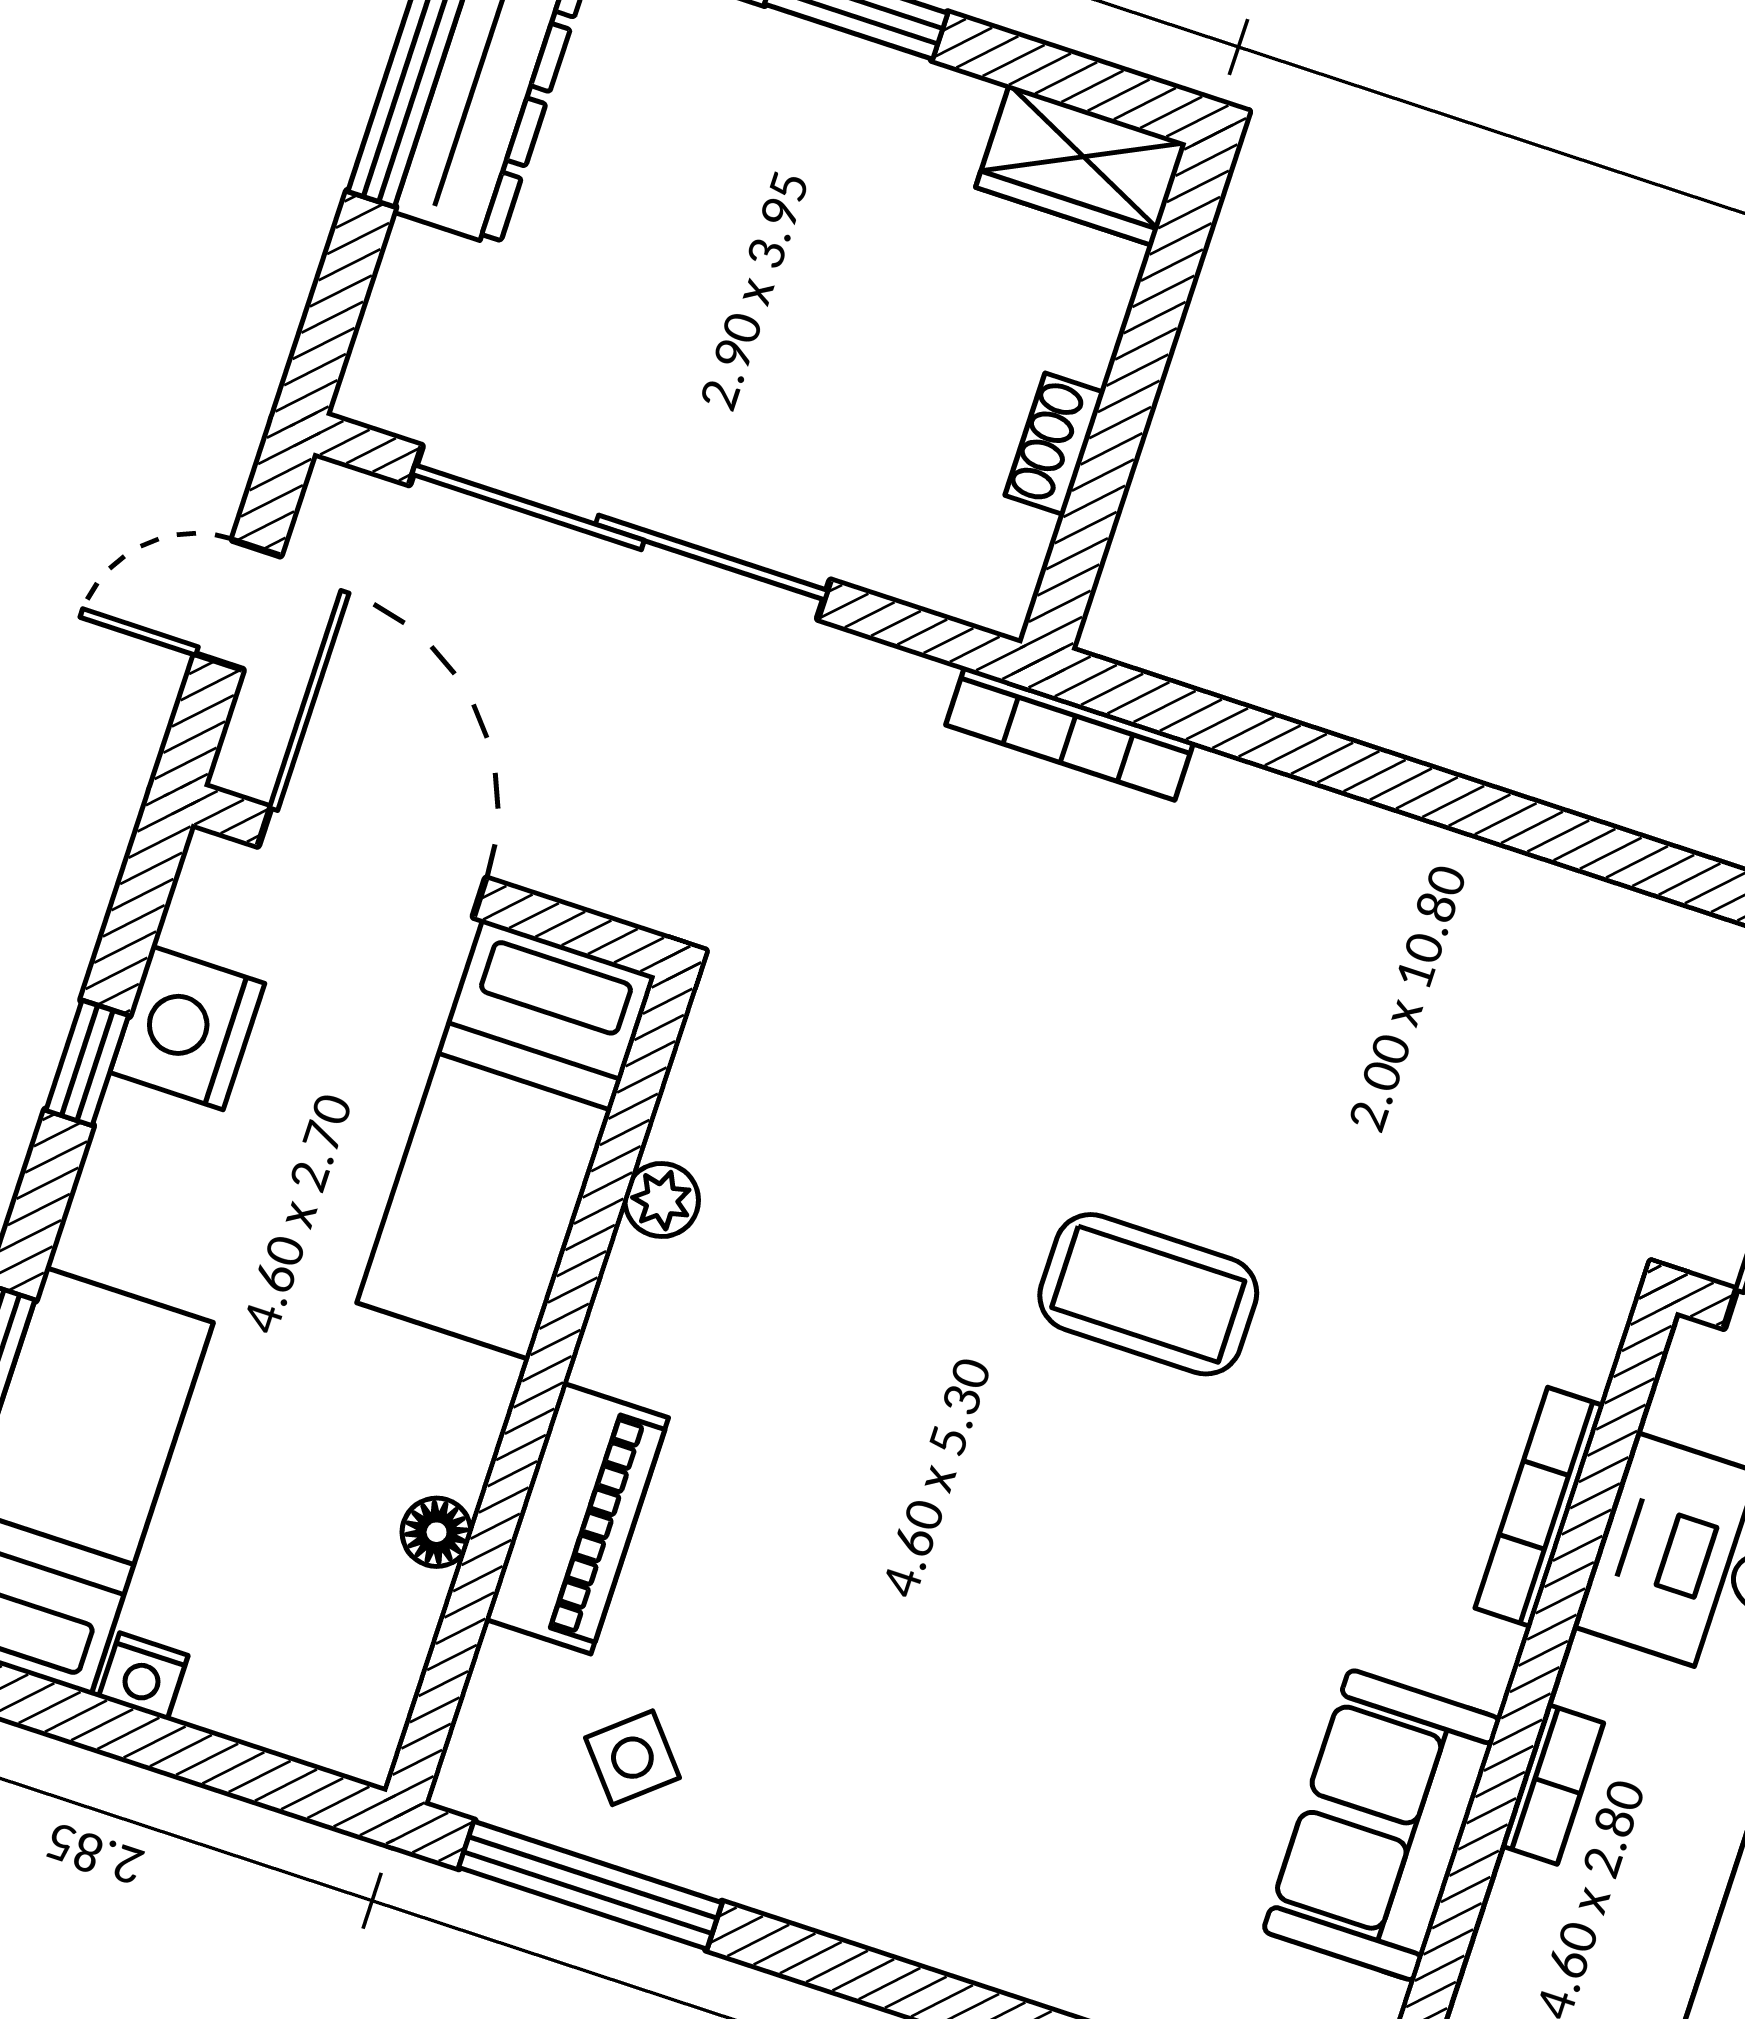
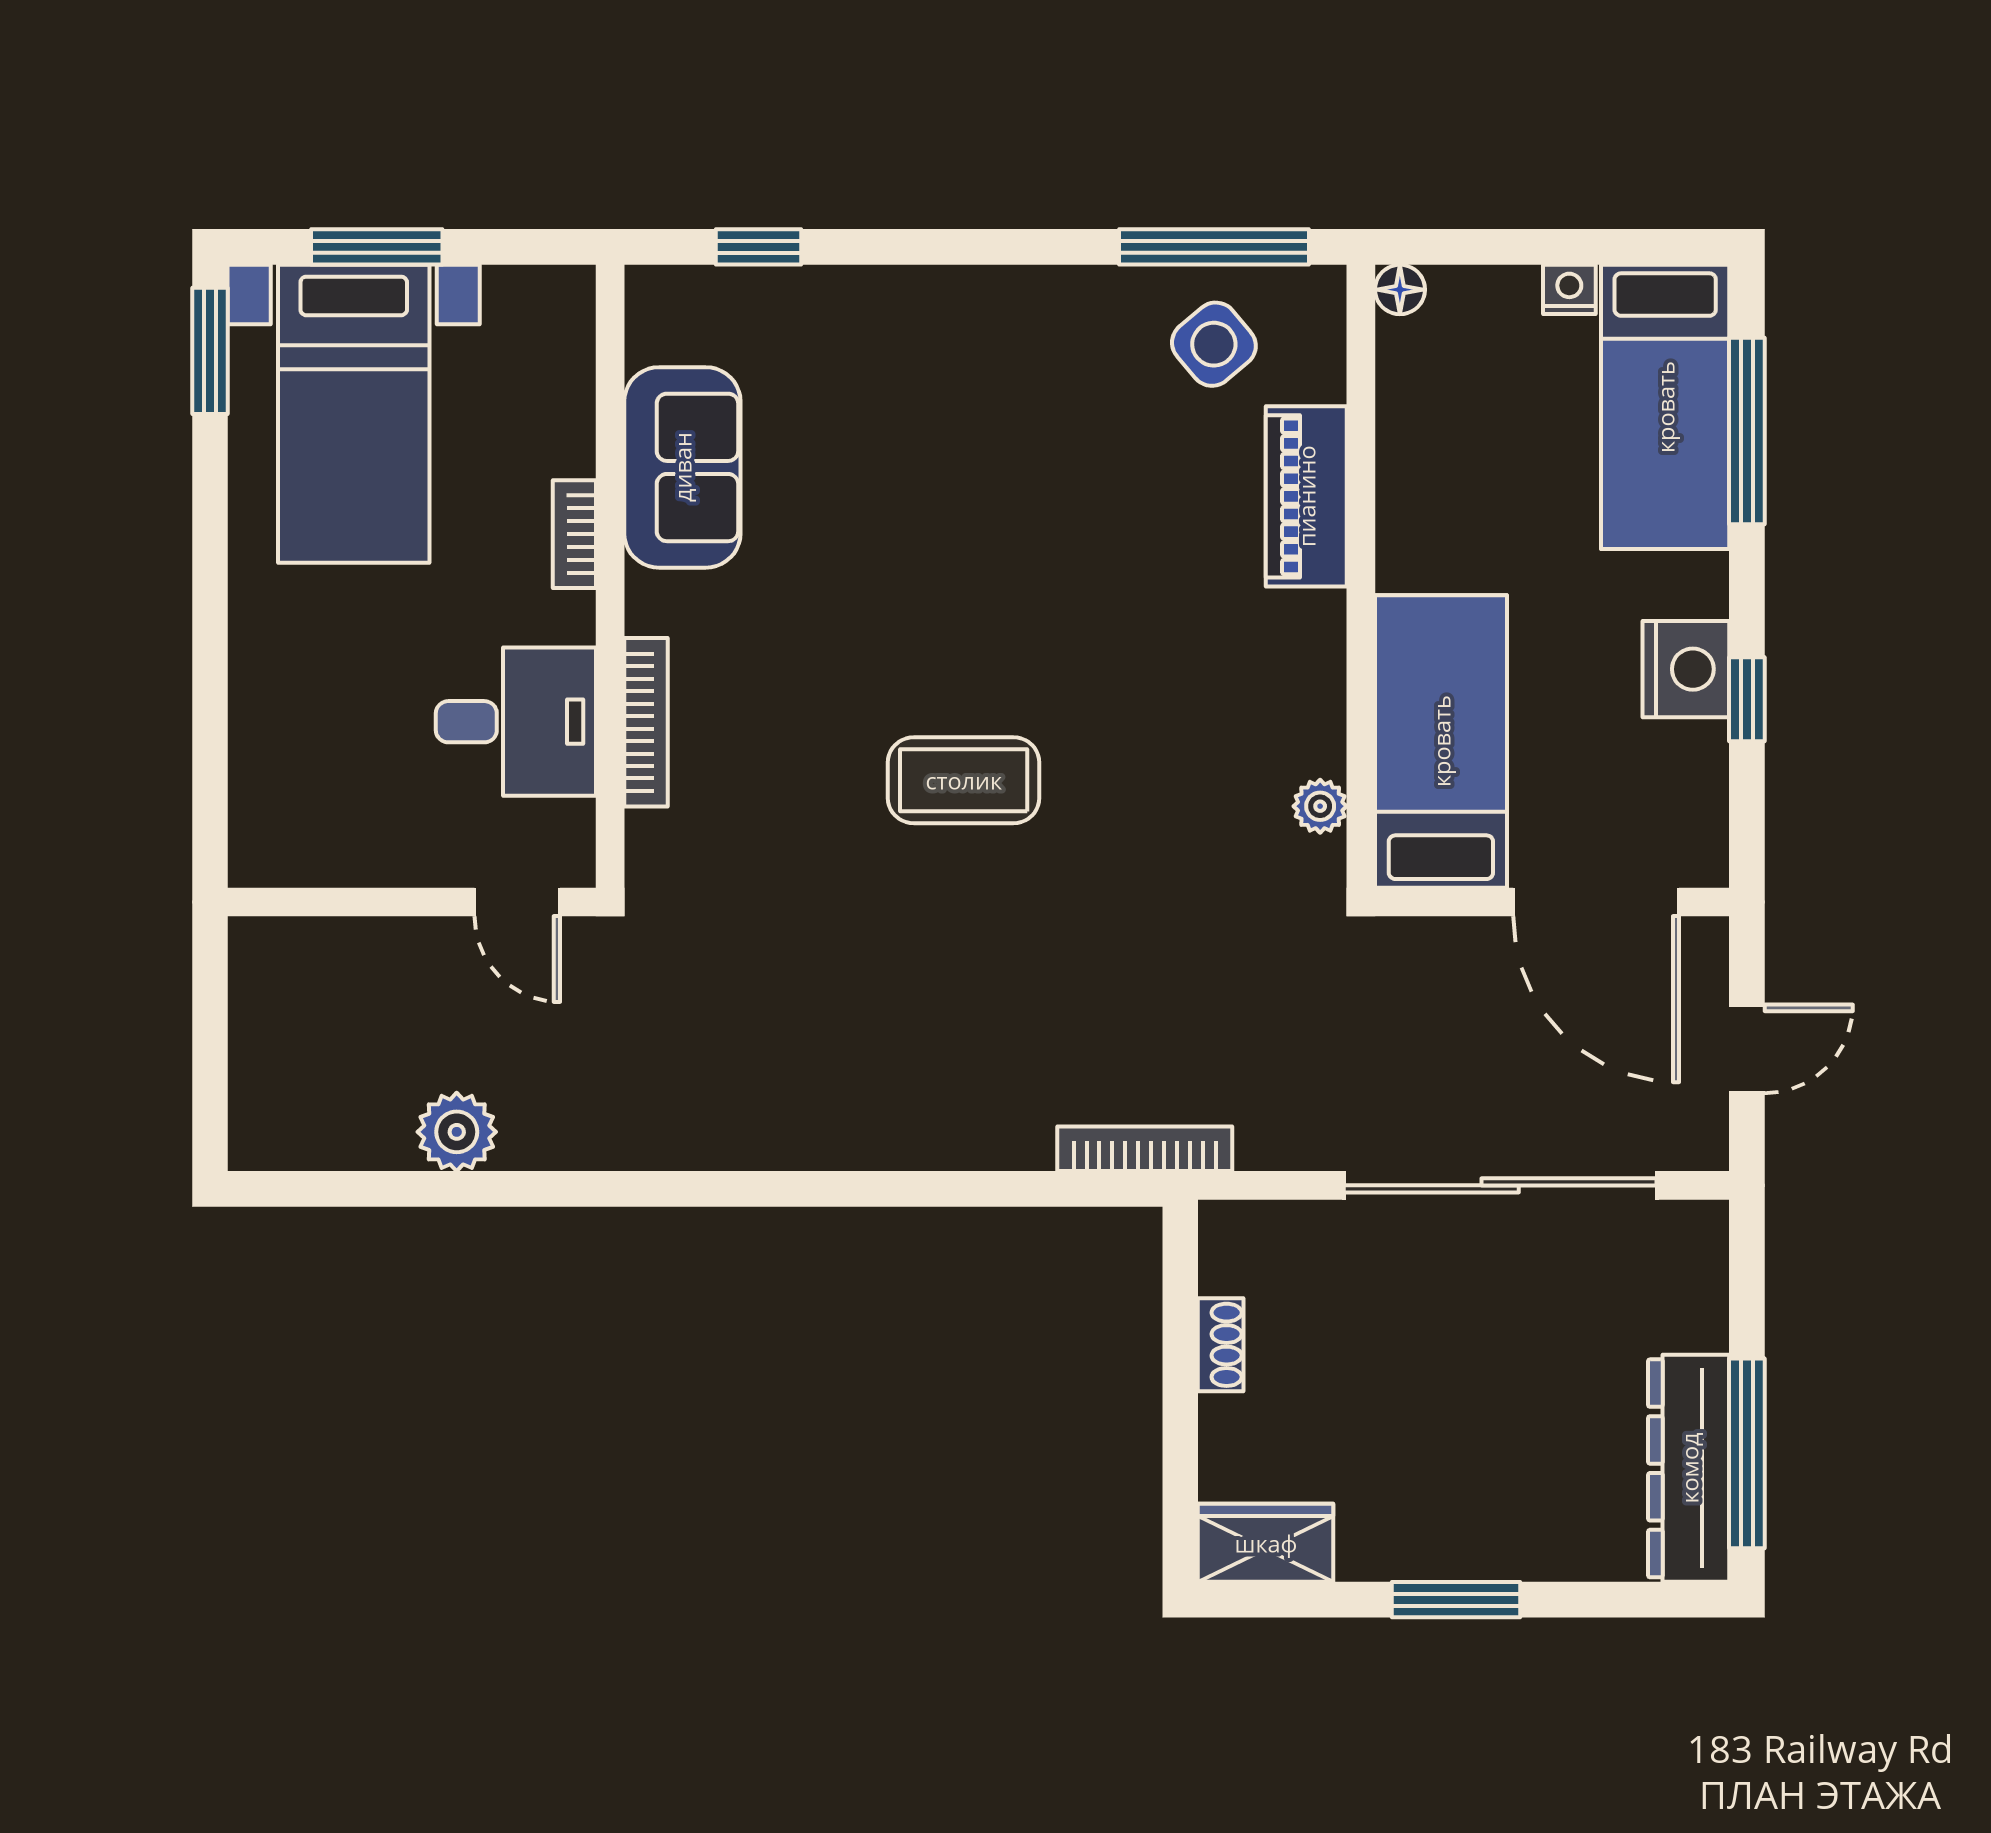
nightstand: (187, 1028) -> (1686, 669), moved
plant: (662, 1200) -> (1320, 806), moved
floor lamp: (437, 1532) -> (1400, 290), moved
side table: (632, 1758) -> (1214, 344), width x1.37, depth x1.37

